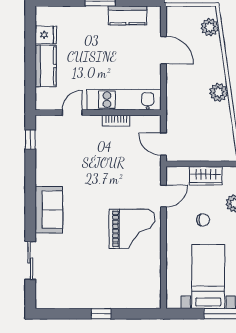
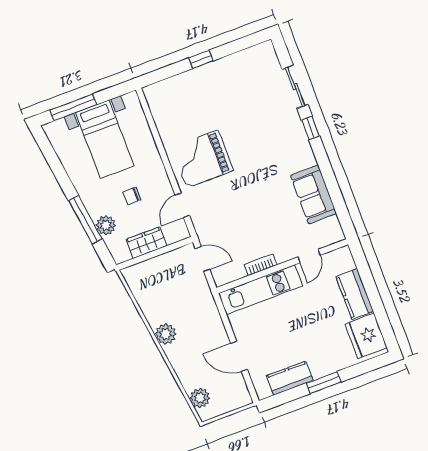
fridge: (46, 35) -> (366, 336), width x1.88, depth x1.34
window: (30, 140) -> (311, 128), moved
sofa: (49, 210) -> (314, 194), moved

